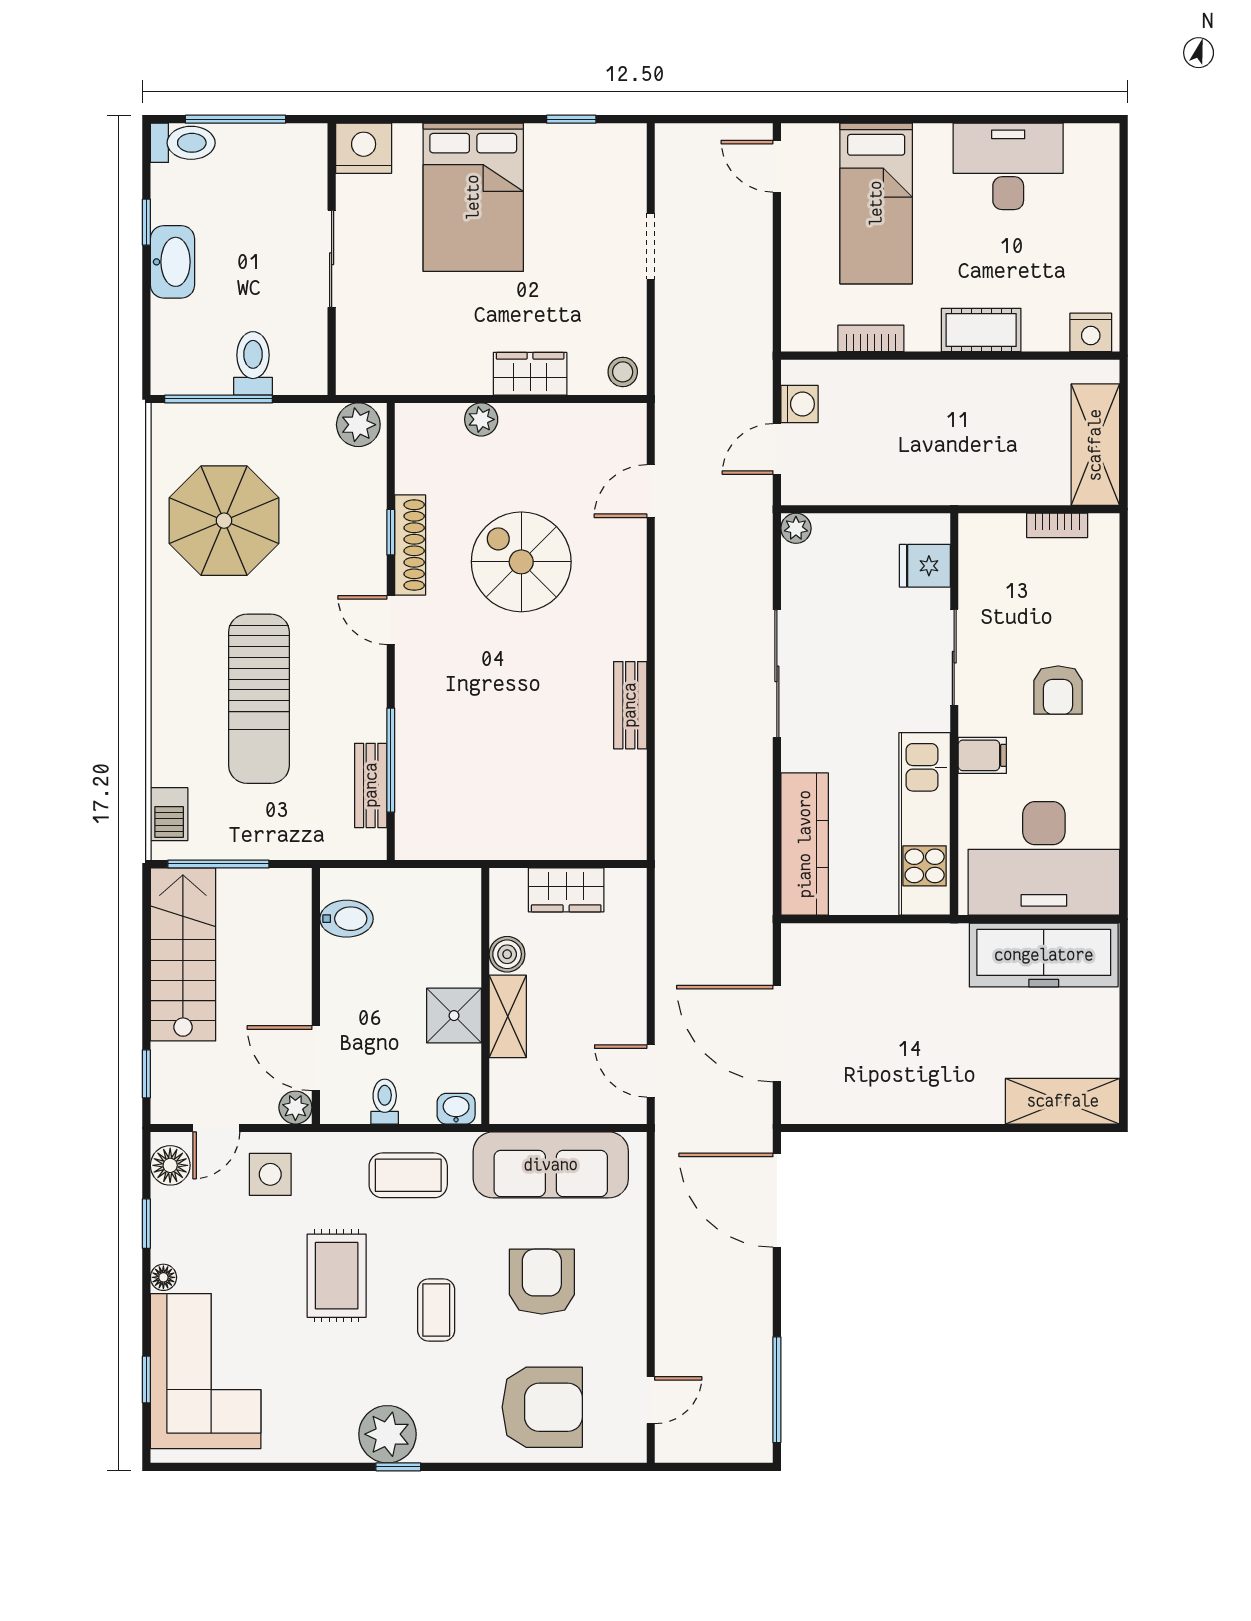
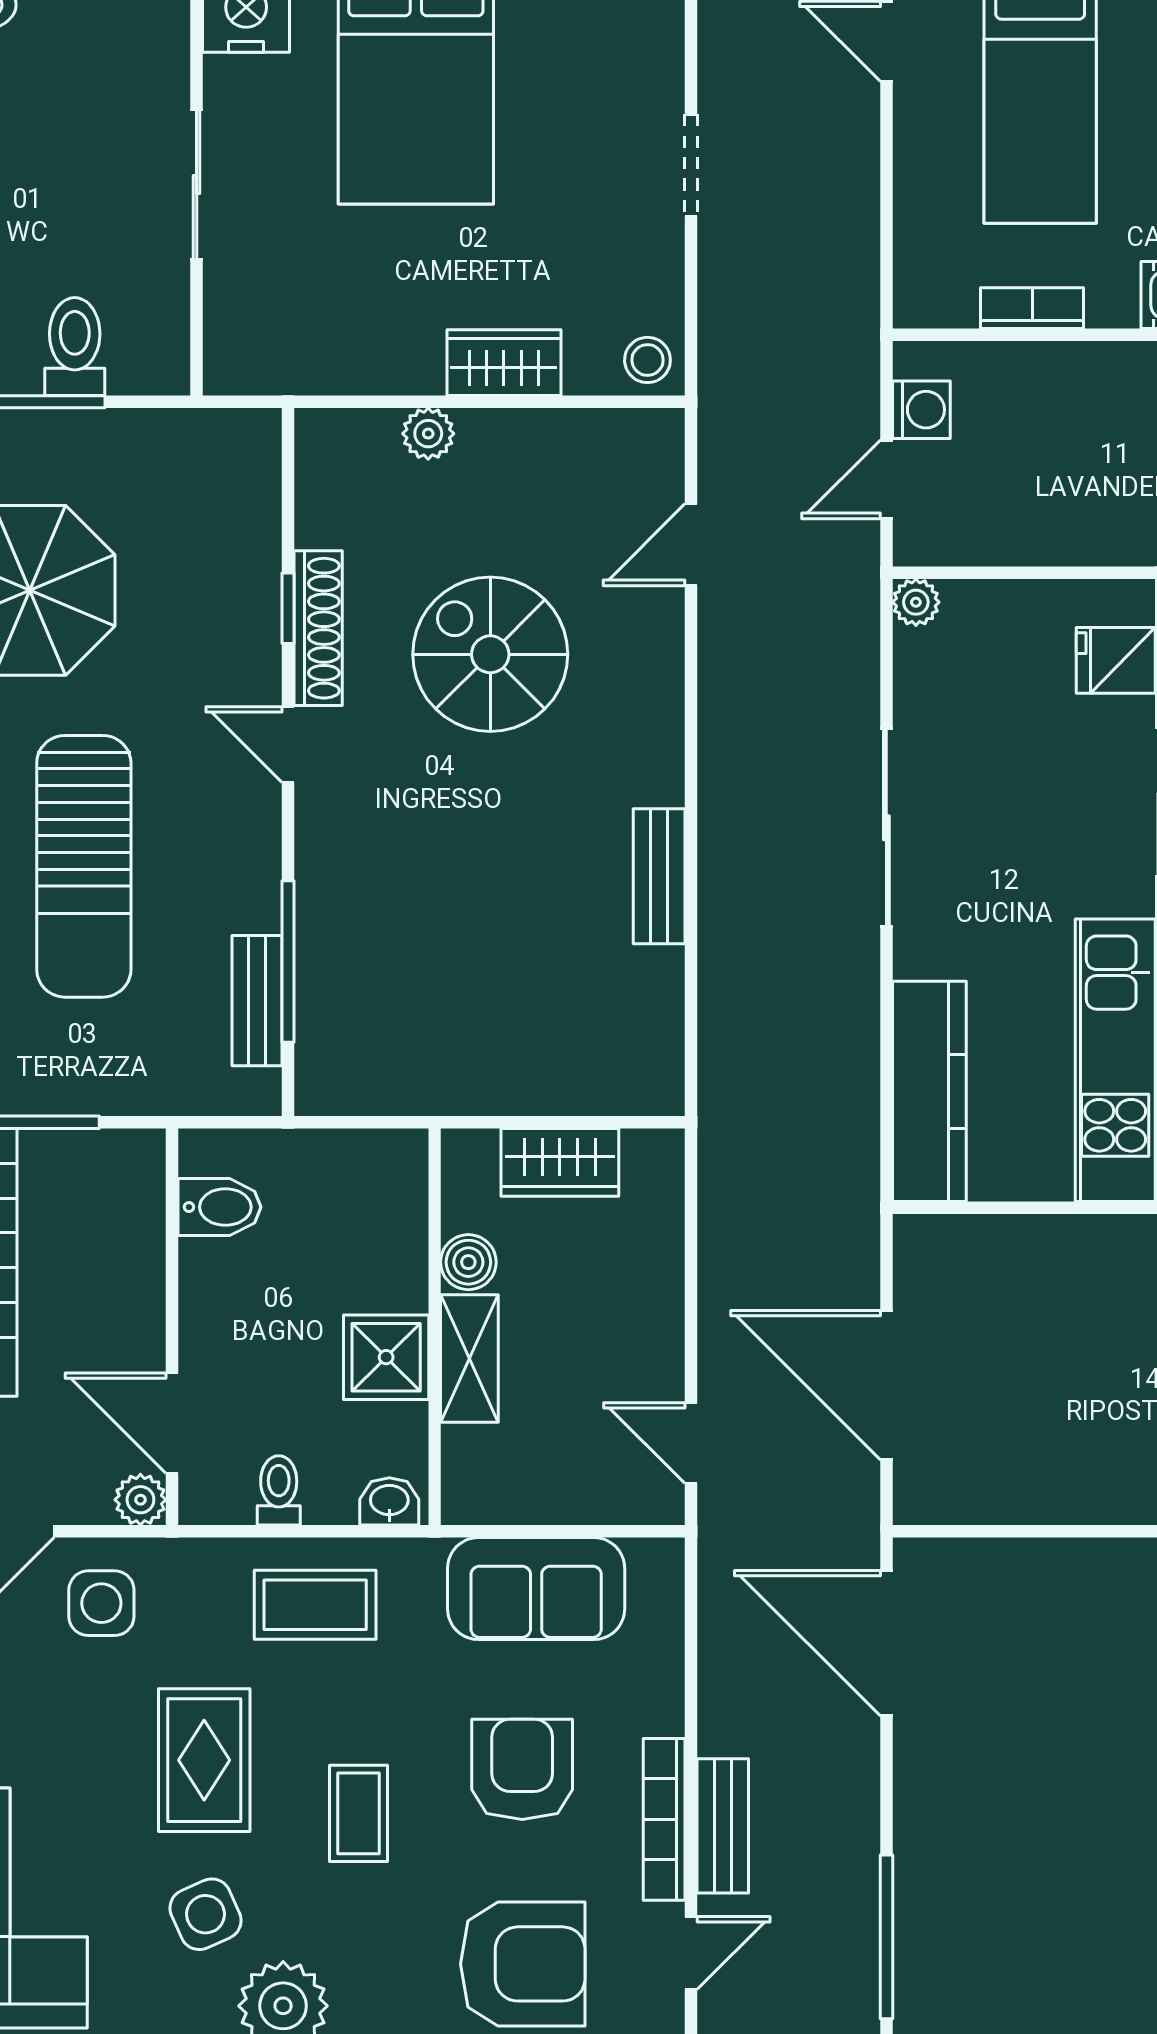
plant: (358, 425) -> (238, 442), removed
sofa: (551, 1165) -> (536, 1589), width x0.73
bookcase: (633, 1314) -> (664, 1819), added
bench: (671, 1318) -> (723, 1826), added
side table: (337, 1375) -> (206, 1914), added

